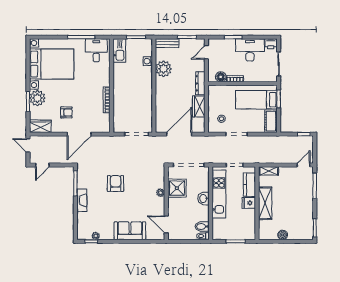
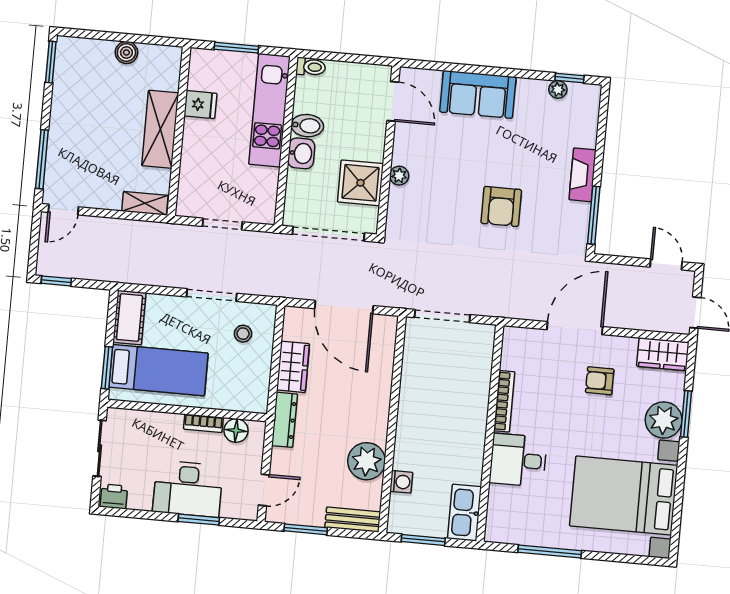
desk: (96, 50) -> (518, 460), moved, turned 90
desk: (250, 50) -> (188, 489), moved
door: (179, 134) -> (344, 307), hinge flipped
door: (42, 165) -> (666, 264), hinge flipped
kitchen counter: (249, 185) -> (192, 176), removed
kitchen unit: (219, 194) -> (269, 110), moved
fridge: (249, 203) -> (200, 105), moved
bidet: (202, 227) -> (307, 126), moved

